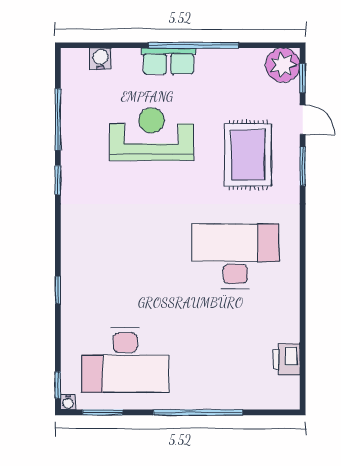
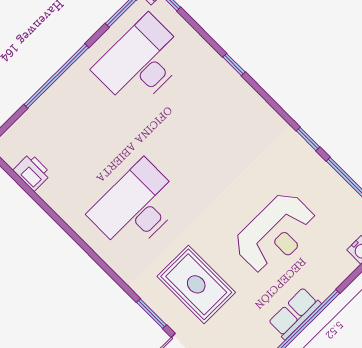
row of seats: (169, 61) -> (295, 313), moved
desk: (235, 256) -> (136, 207), turned 180

